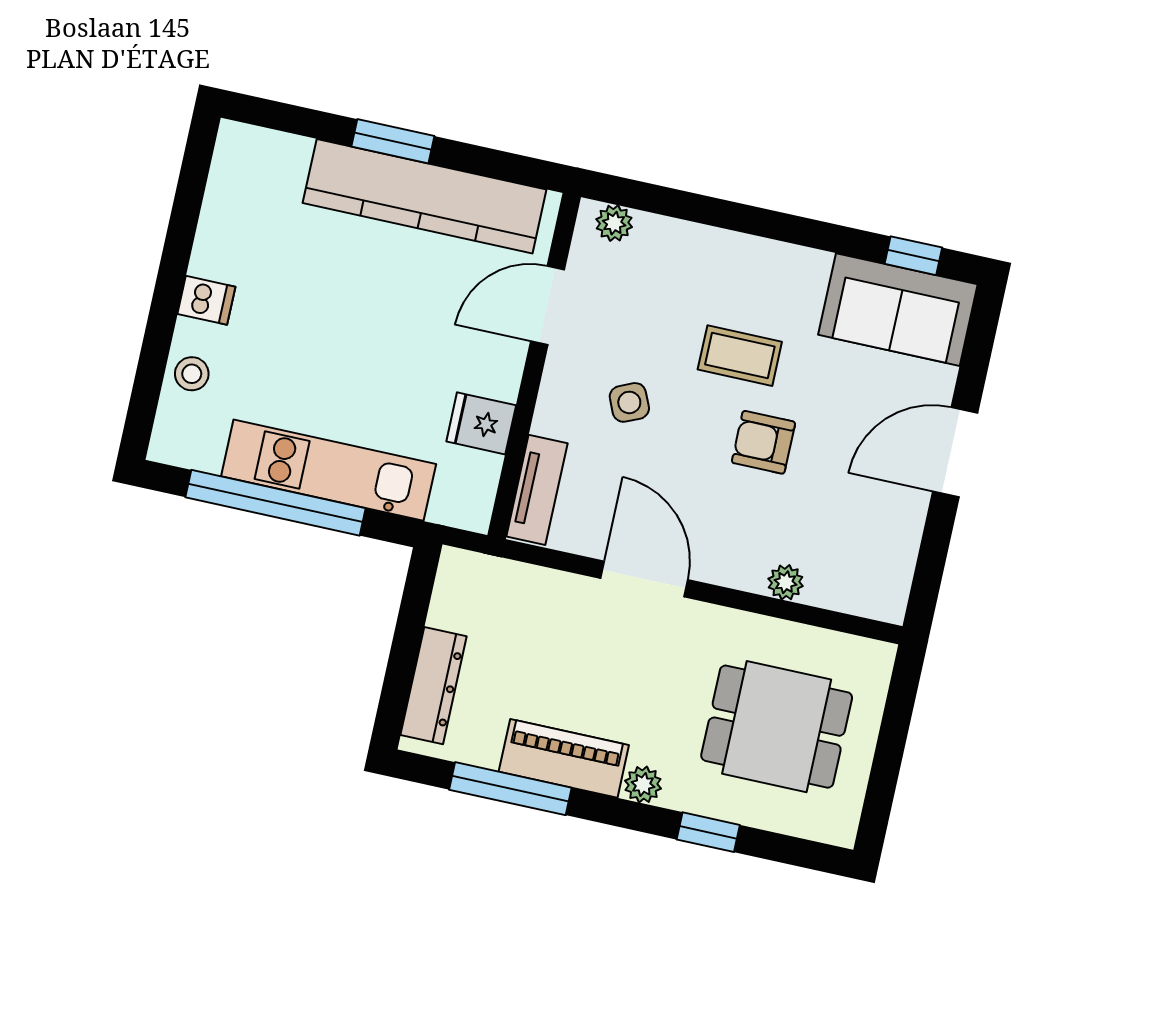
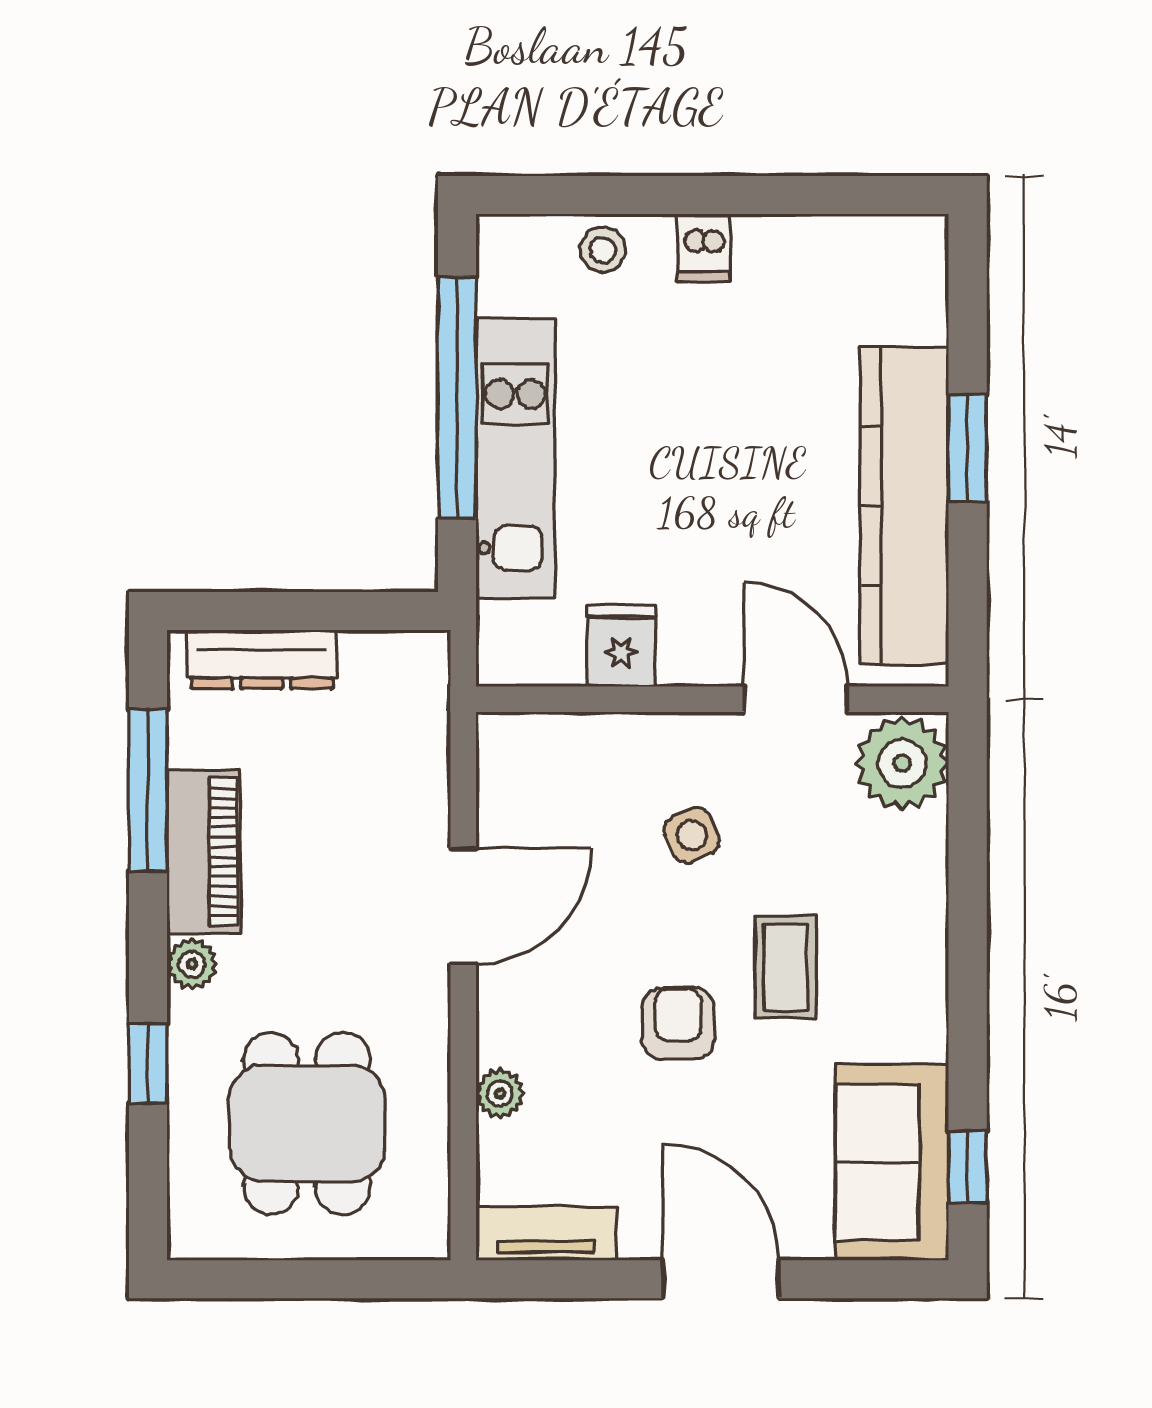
plant: (614, 223) -> (902, 763), width x1.88, depth x1.88
tv unit: (537, 490) -> (546, 1233), moved, turned 180

